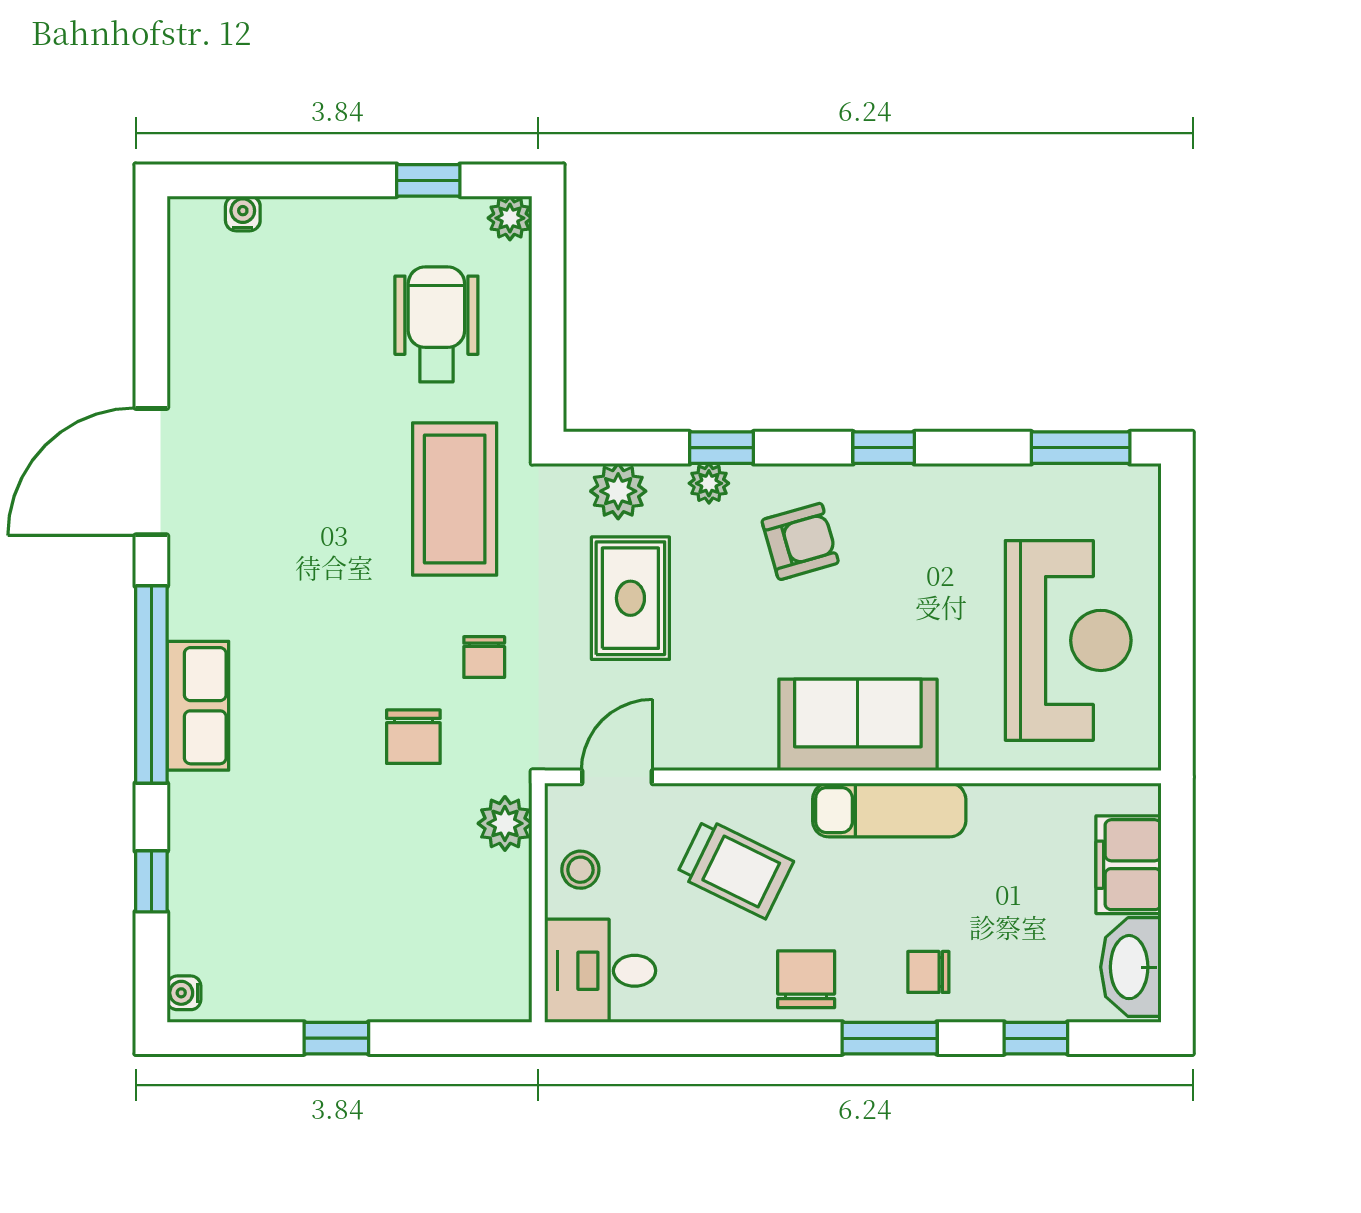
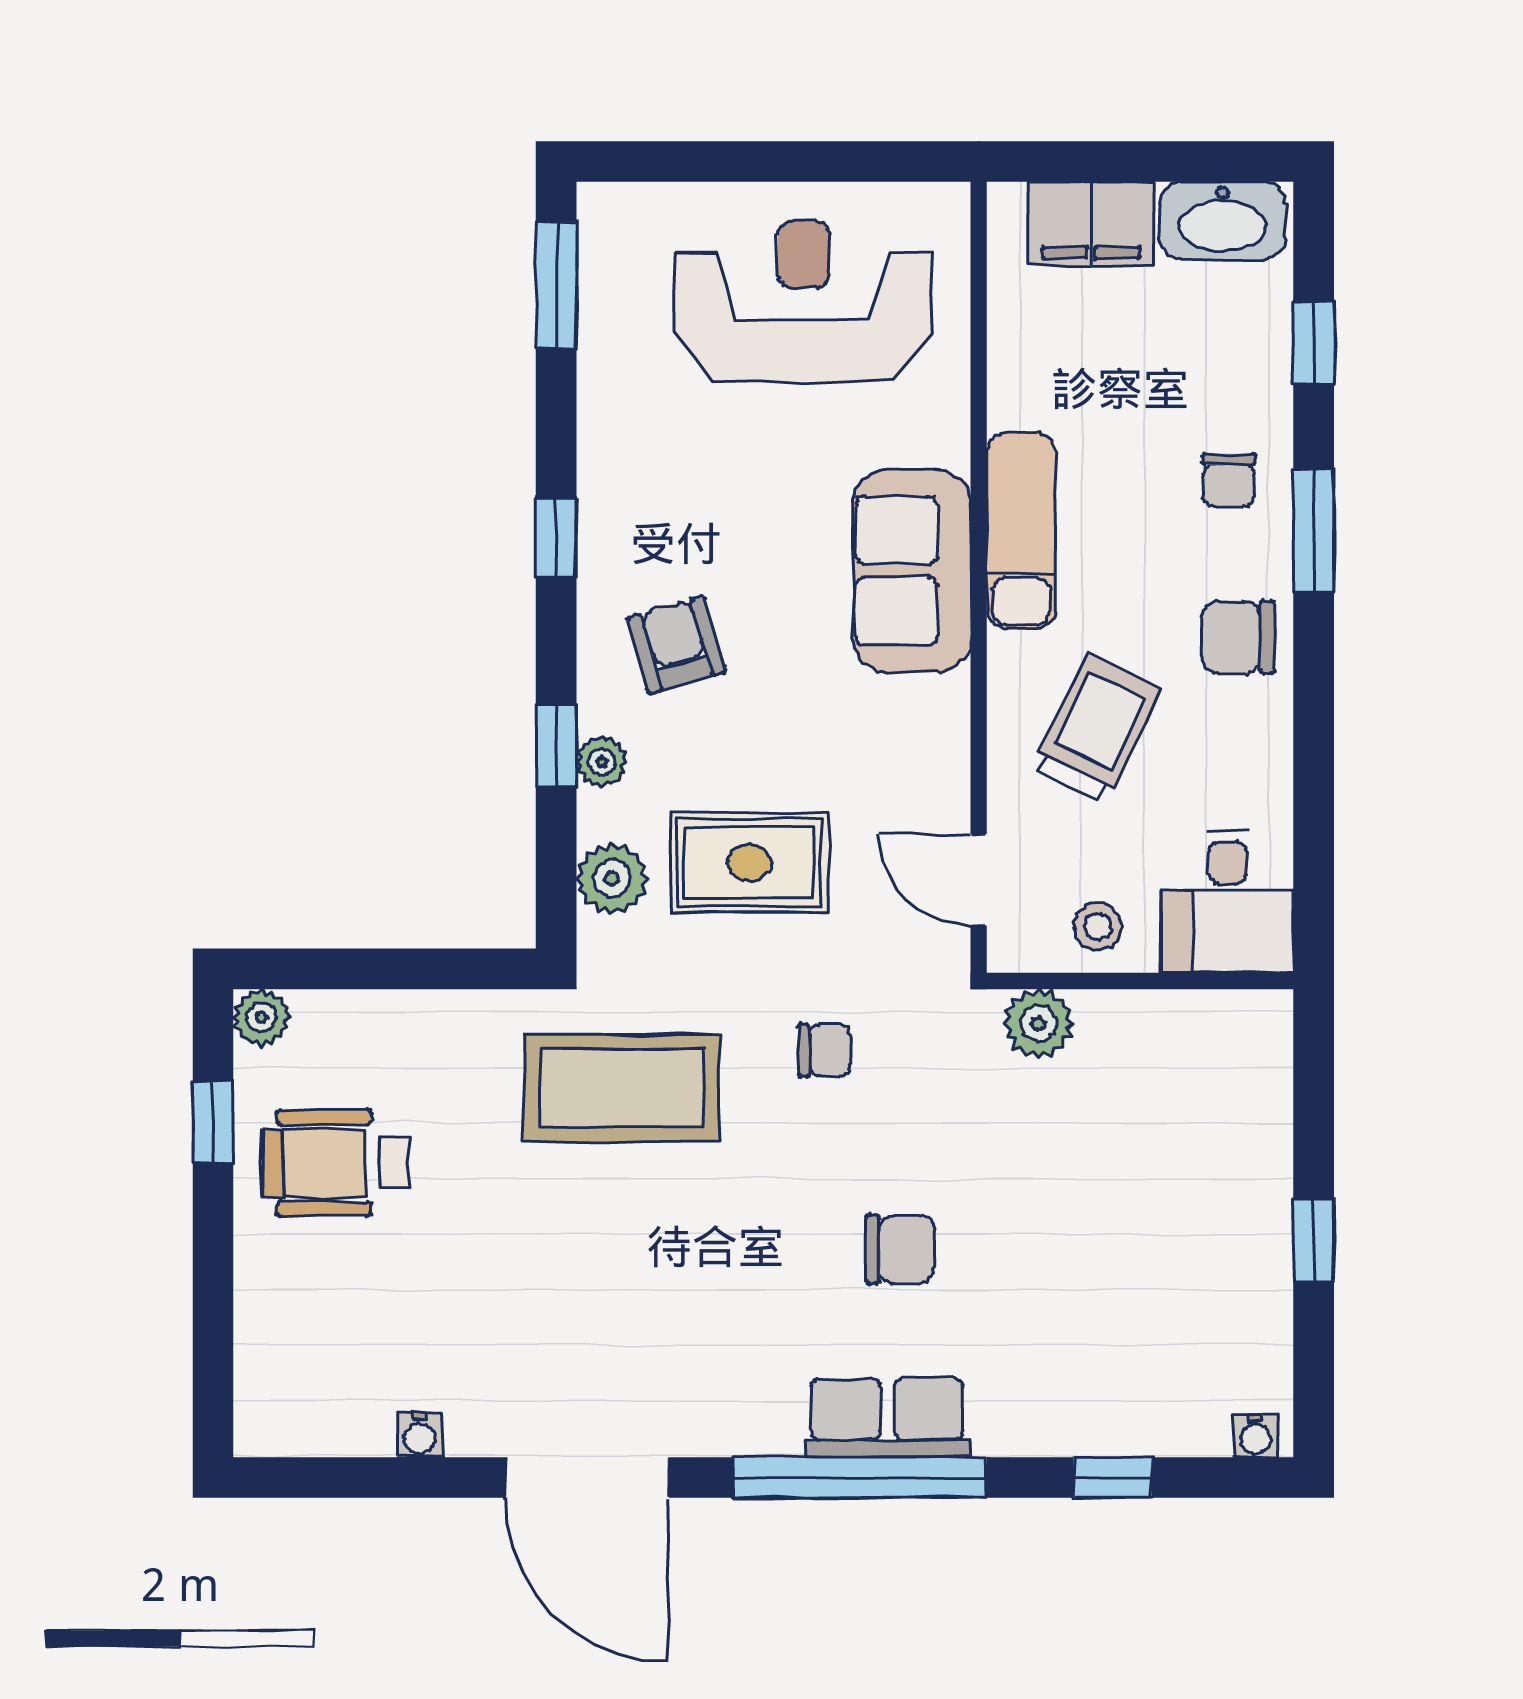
water cooler: (243, 213) -> (419, 1435), moved, turned -90
wheelchair: (436, 324) -> (336, 1163), moved
chair: (413, 737) -> (900, 1249), moved

